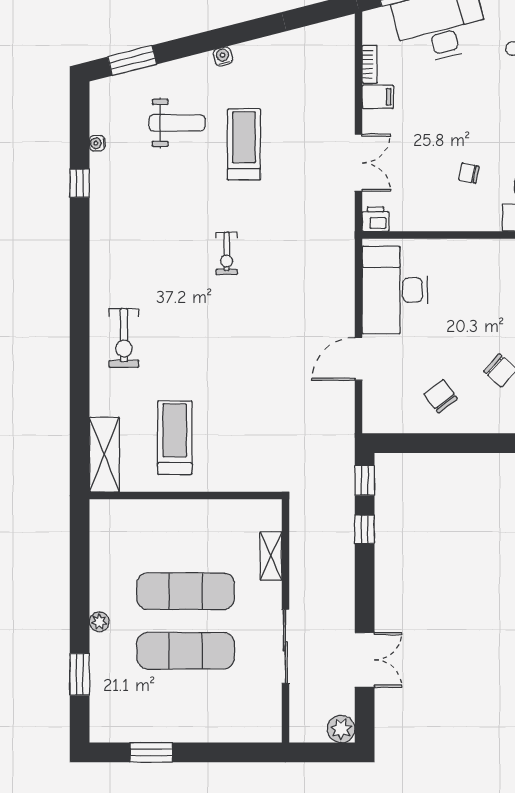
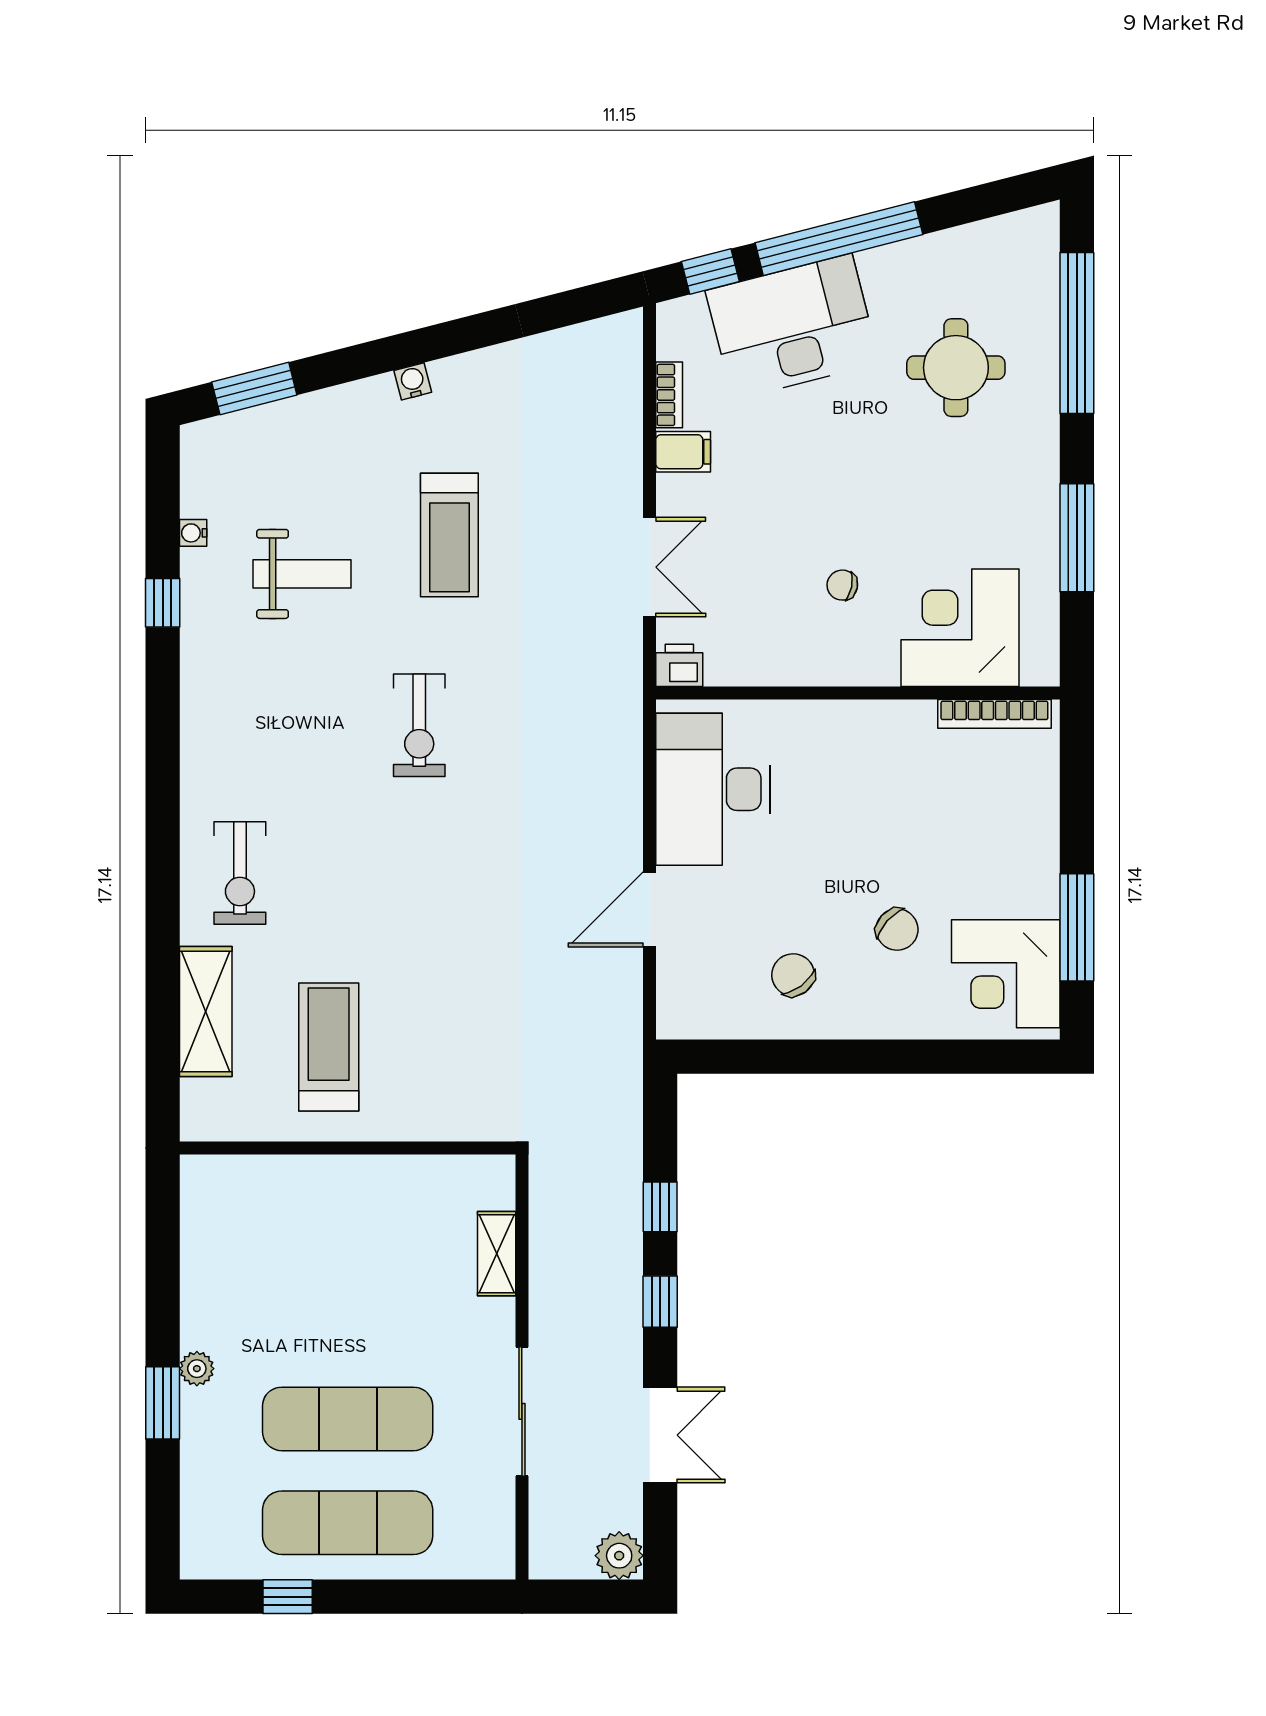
weight bench: (177, 123) -> (302, 574), moved
treadmill: (244, 144) -> (449, 535), turned 180
exercise bike: (227, 253) -> (419, 725), width x1.38, depth x1.39
shelving: (104, 455) -> (206, 1011), moved
window: (365, 480) -> (660, 1302), moved
exercise mat: (186, 591) -> (348, 1523), moved
window: (80, 674) -> (163, 1403), moved
window: (151, 752) -> (288, 1597), width x0.67

